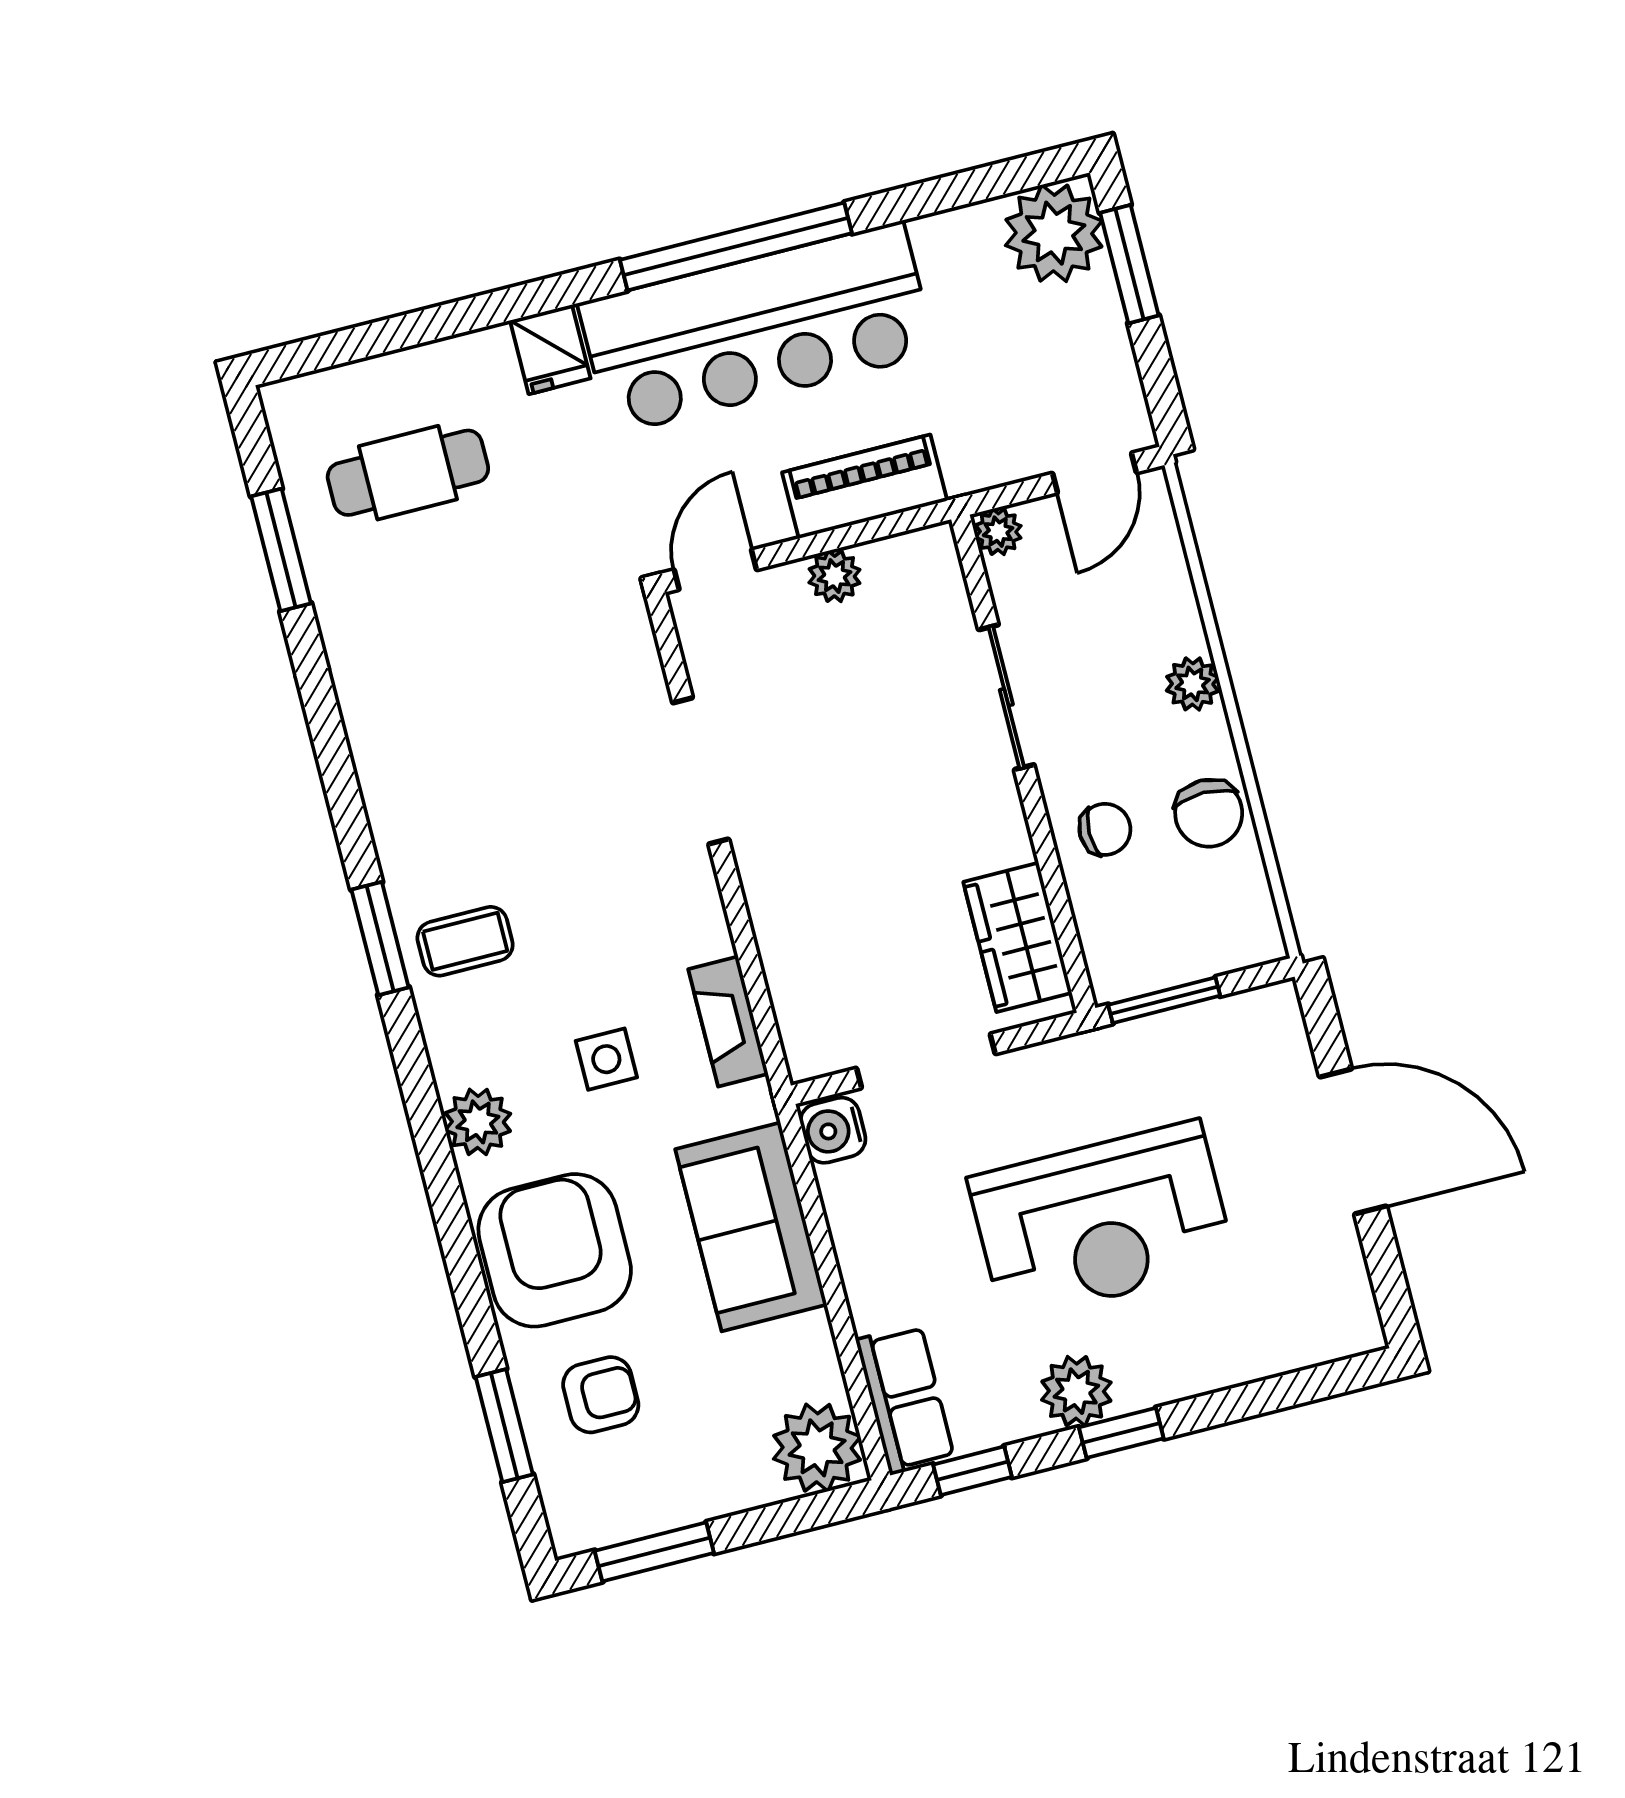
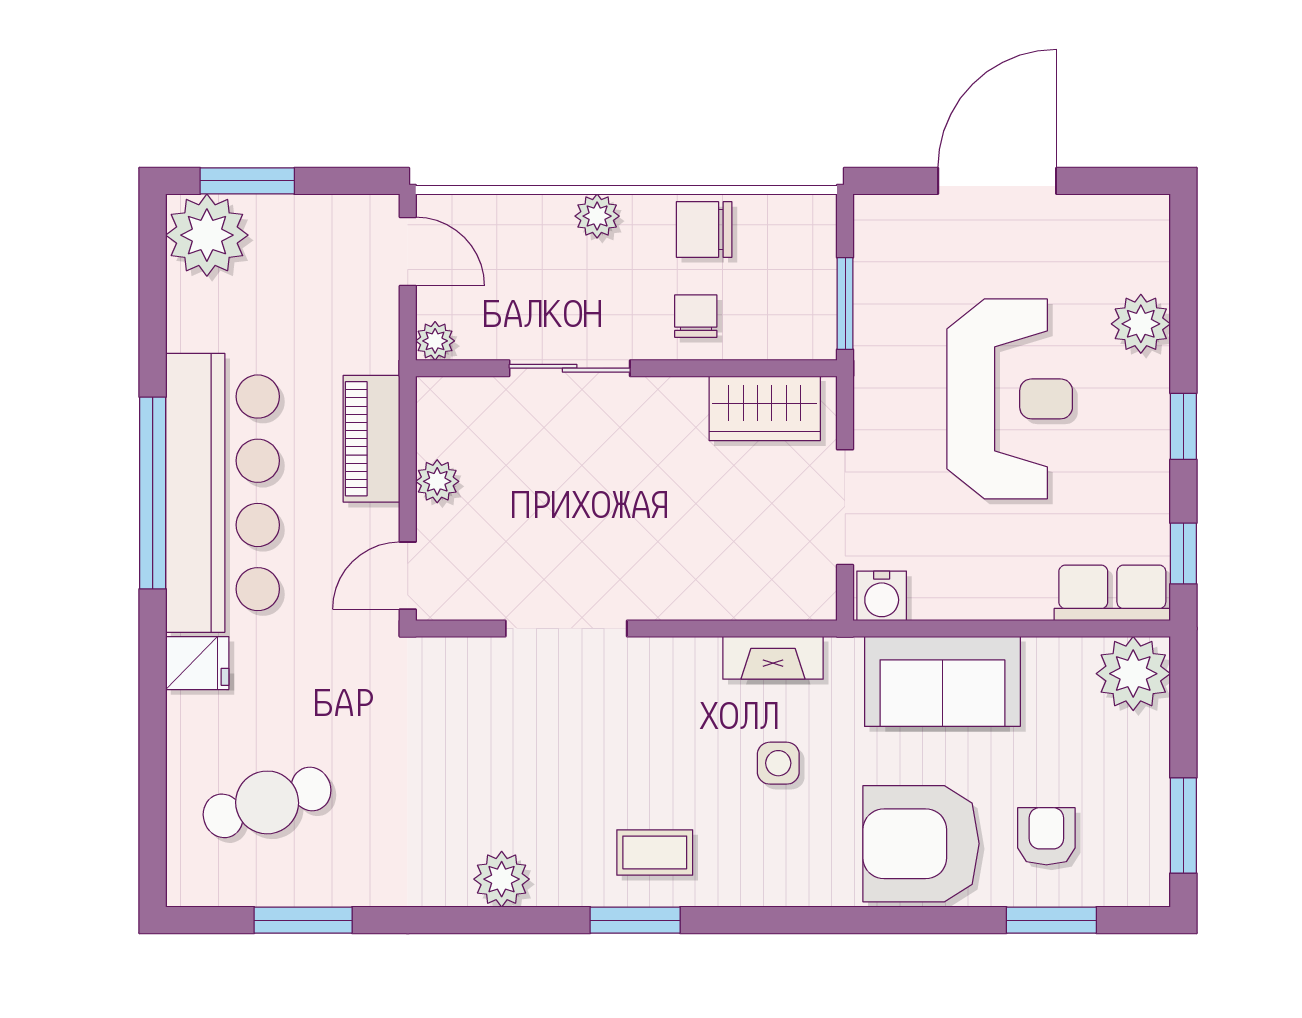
cafe table: (408, 473) -> (267, 802), turned 73
door: (715, 570) -> (408, 576), hinge flipped
chair: (1209, 813) -> (704, 229), turned 180
coffee table: (465, 941) -> (655, 852), turned 90
plant: (478, 1122) -> (502, 879), moved
plant: (1076, 1391) -> (1141, 324), moved

